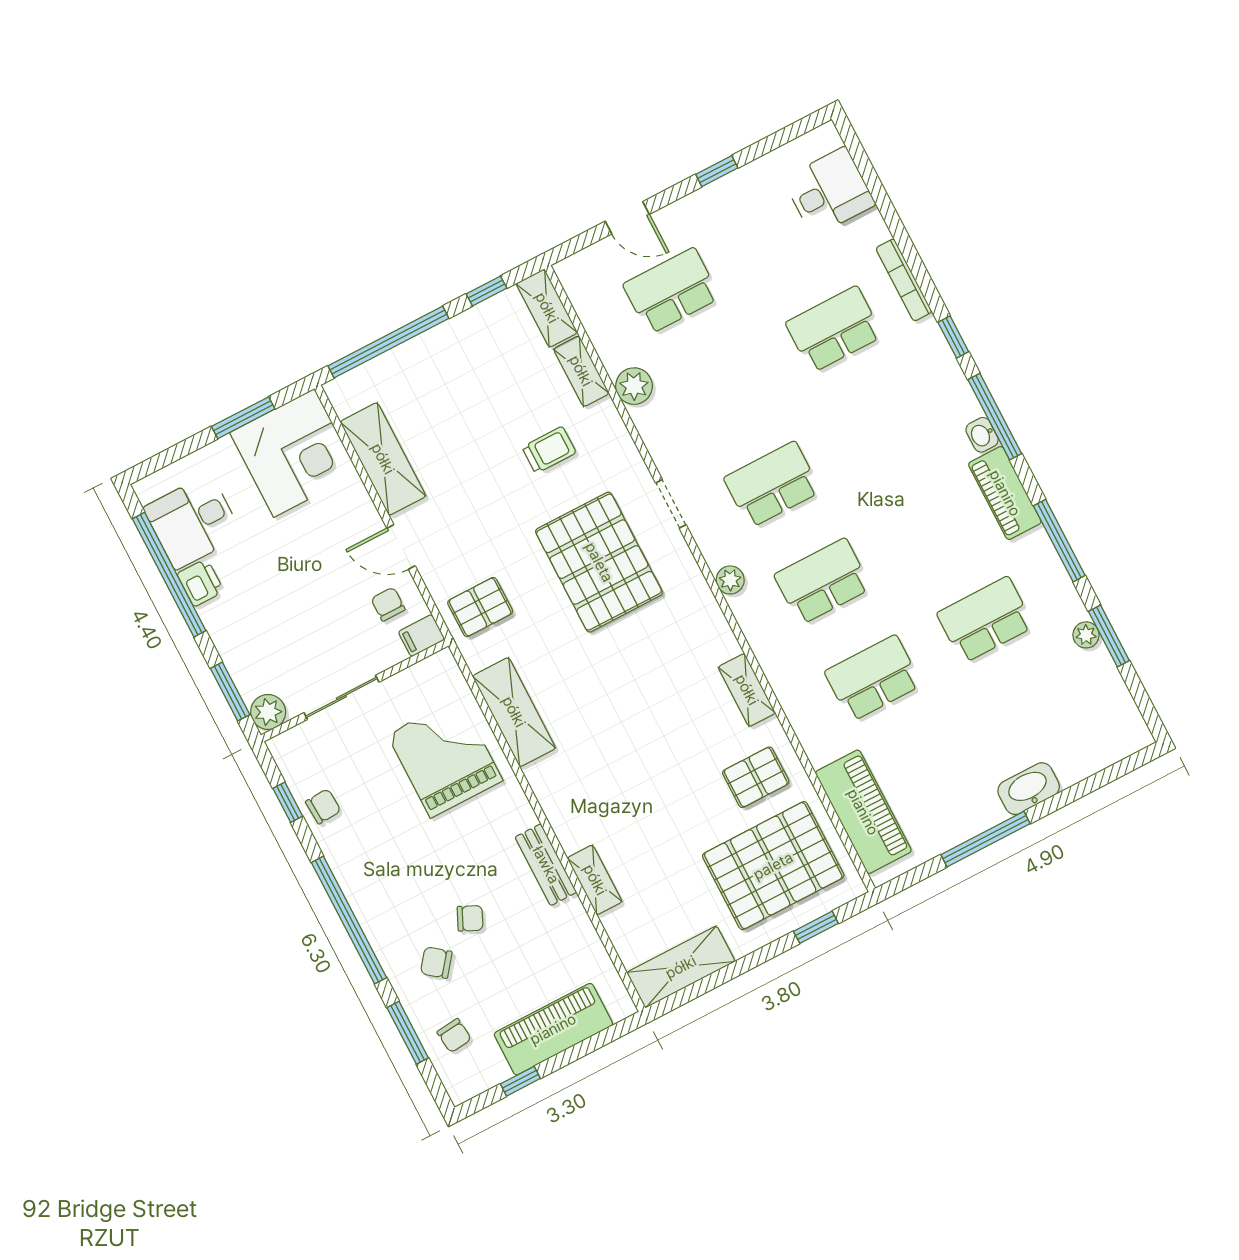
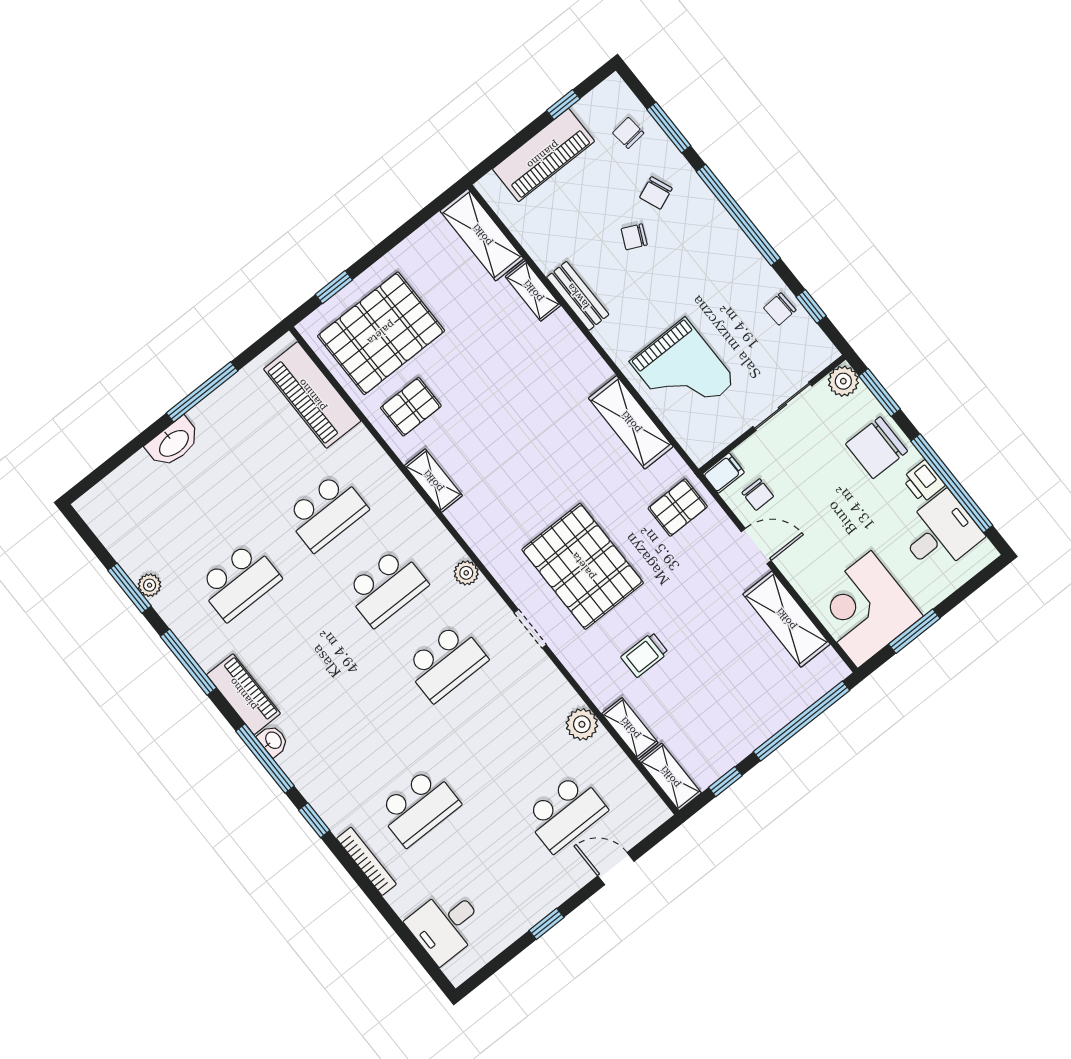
chair: (245, 631) -> (877, 448), added
chair: (436, 963) -> (656, 193), turned 120
shelving: (681, 967) -> (482, 235), moved, turned 90

